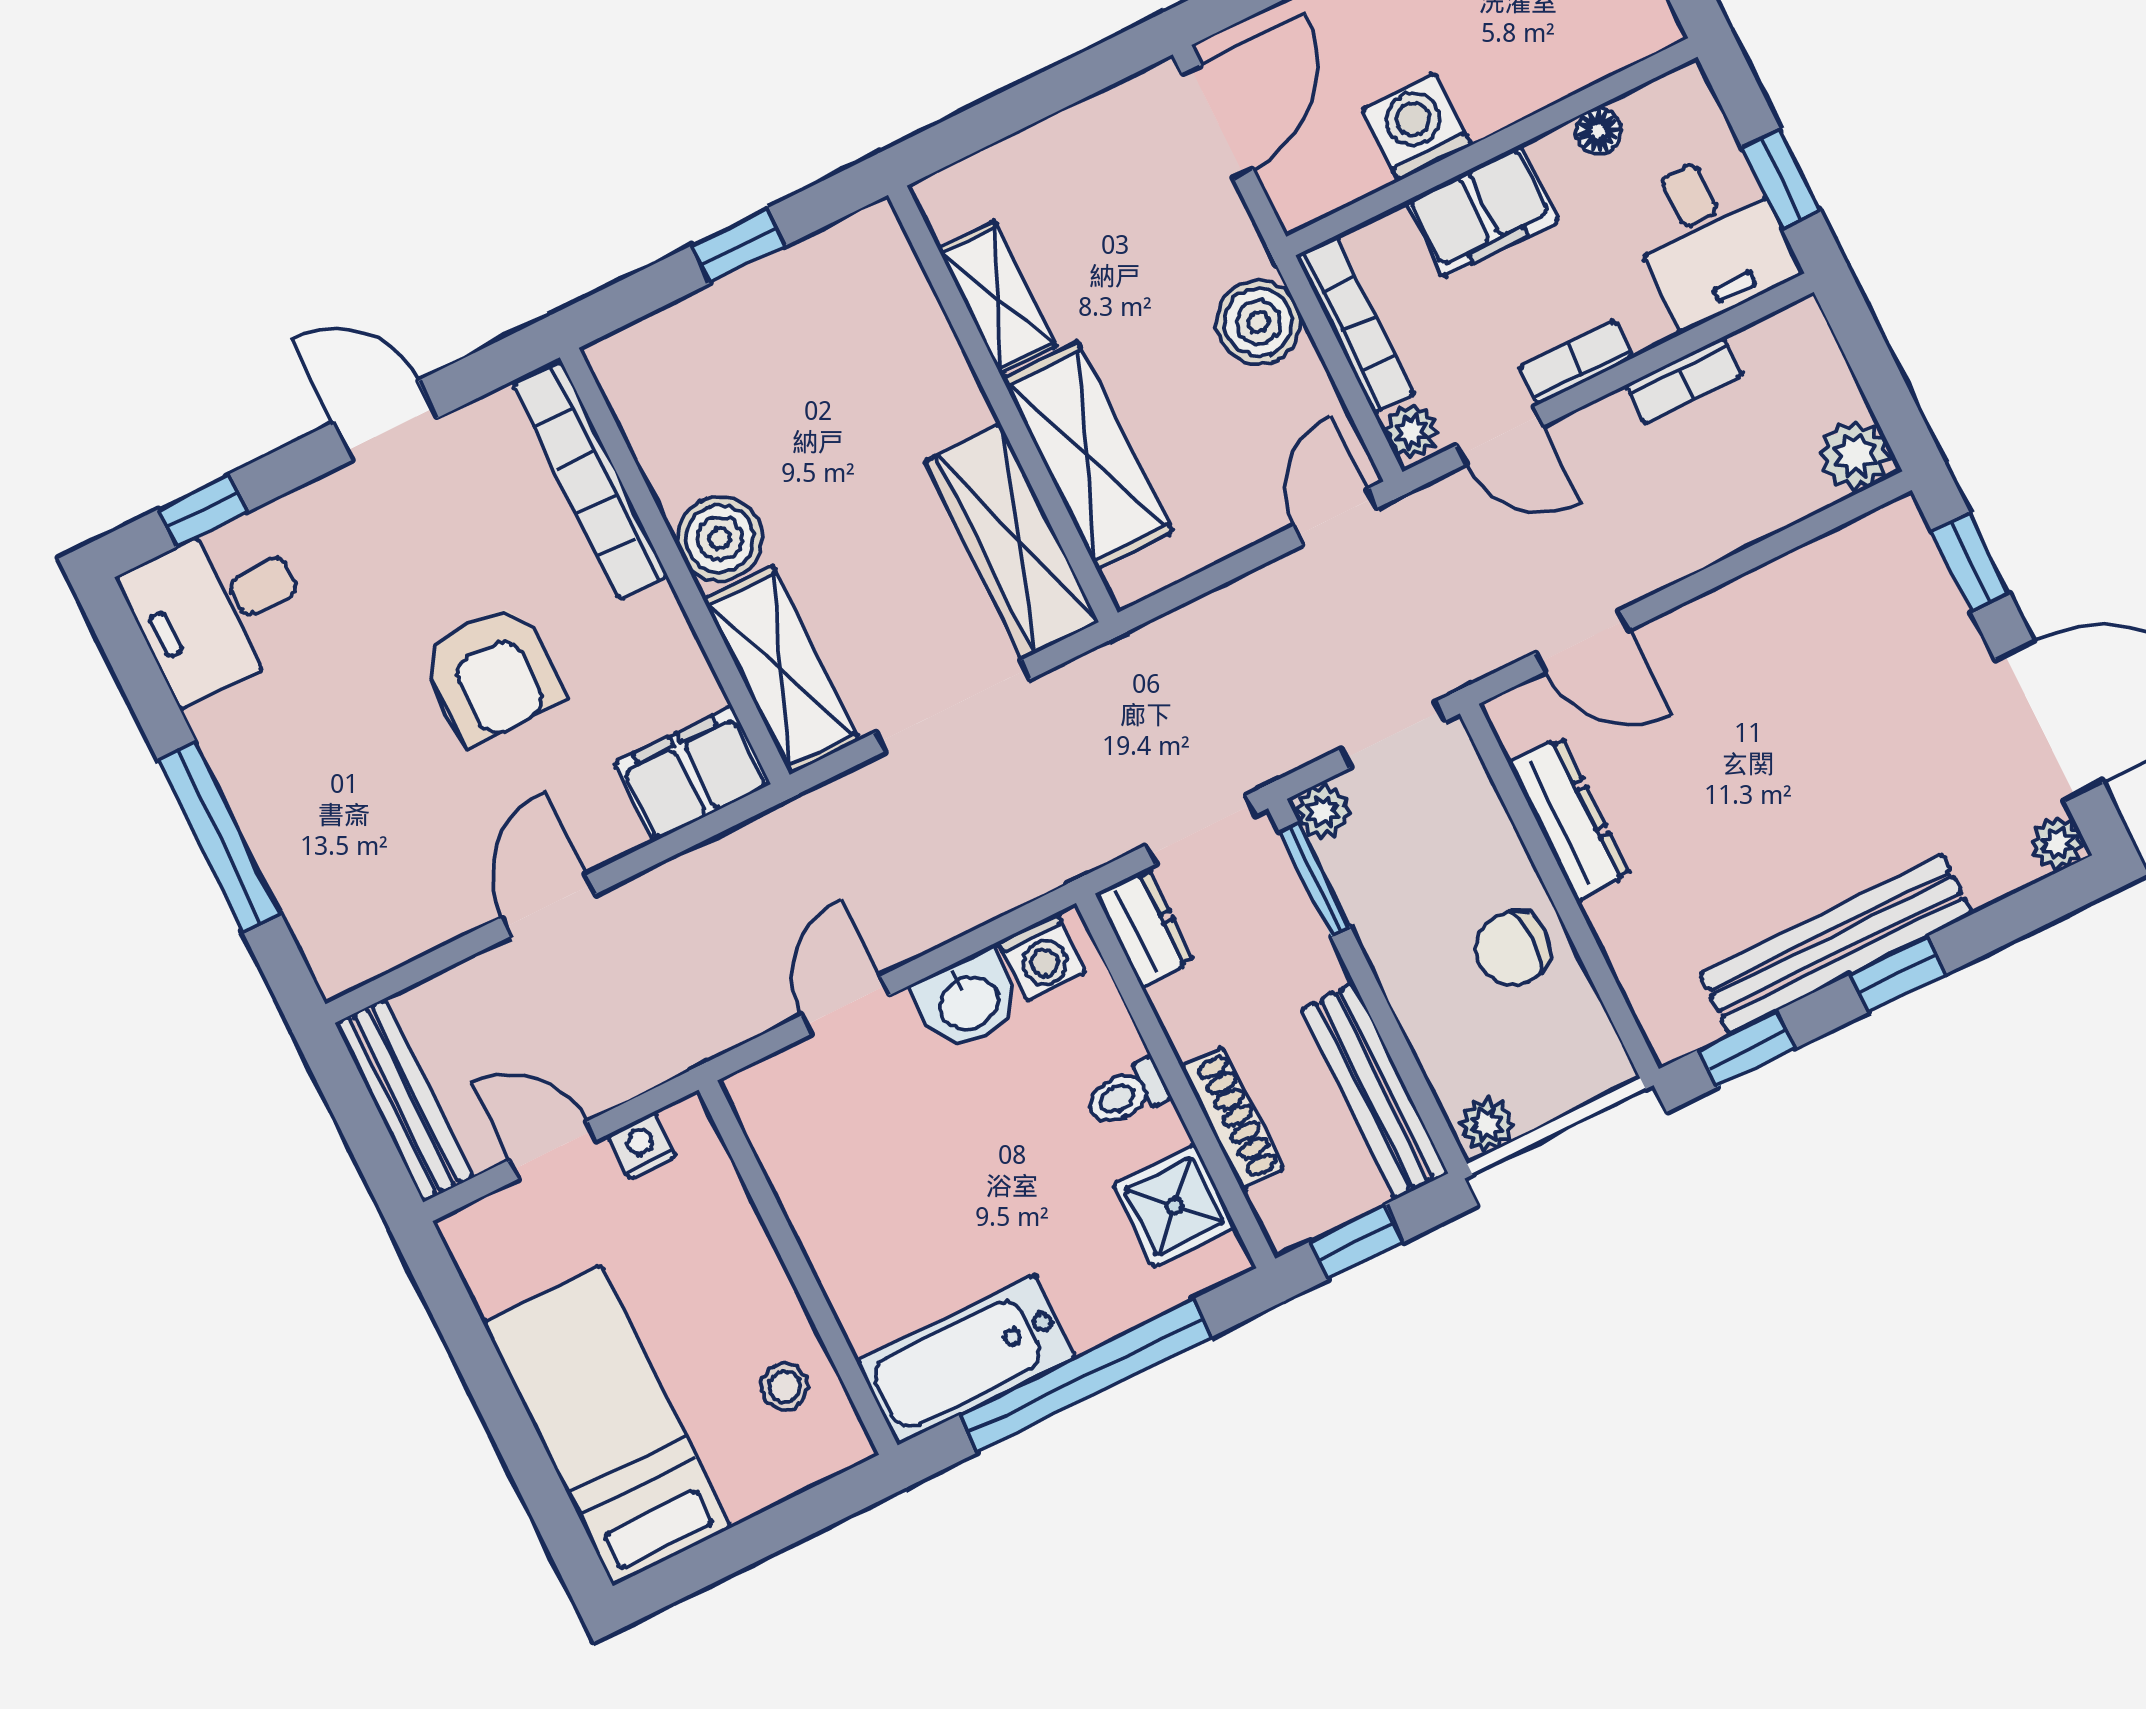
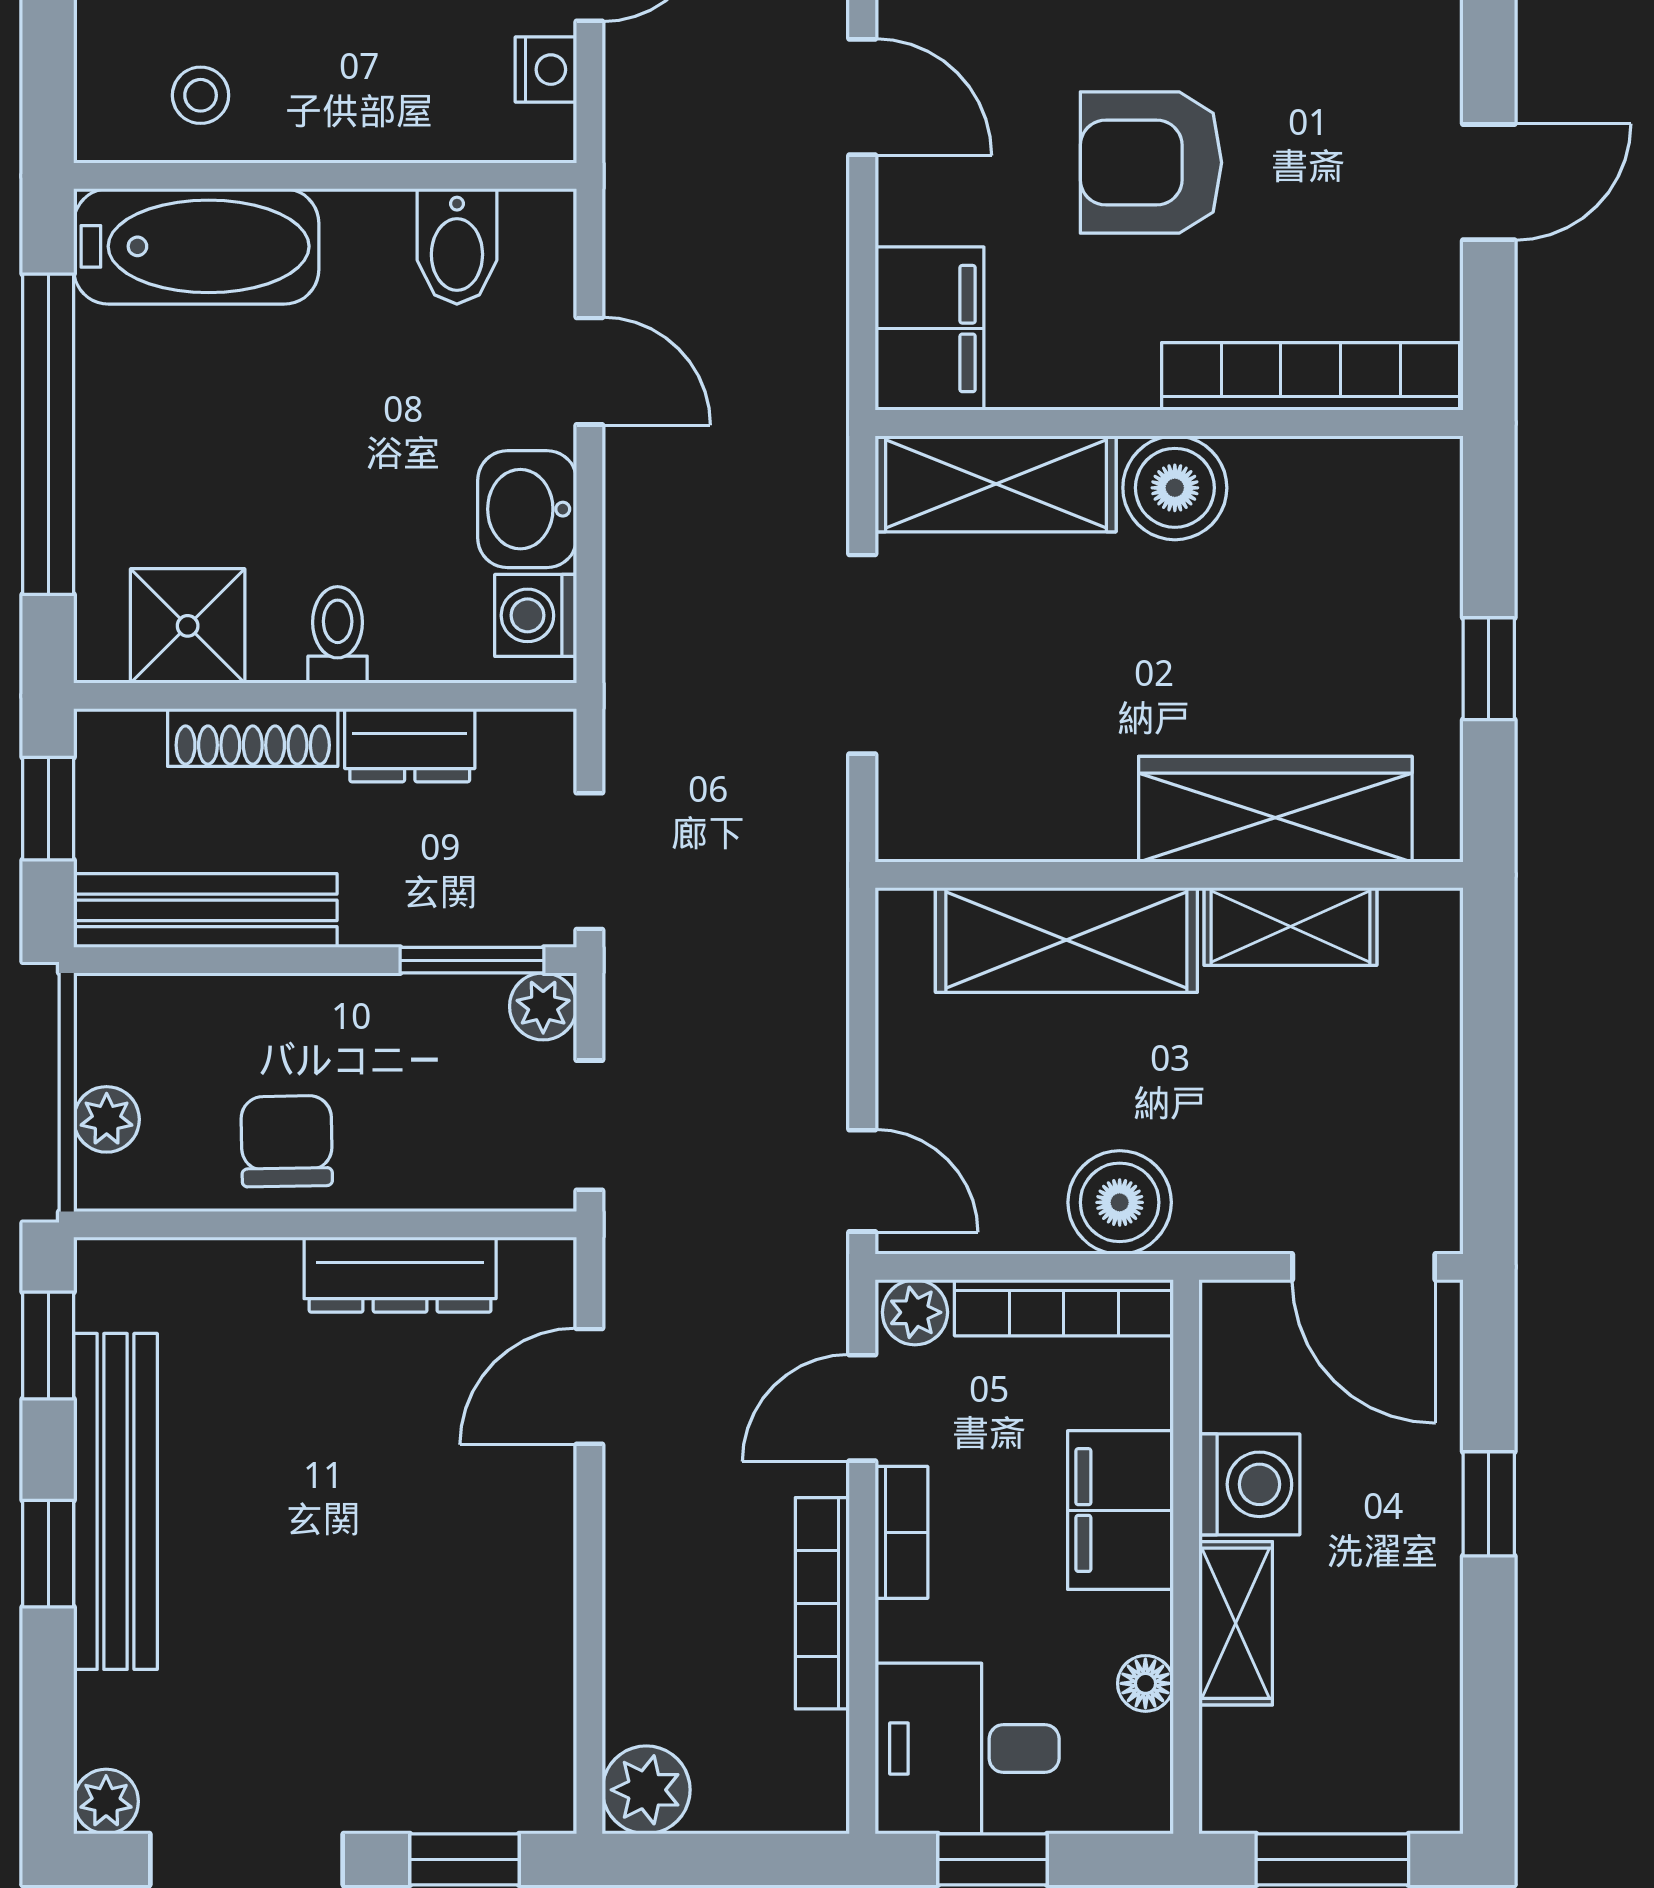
shelving: (1522, 87) -> (1236, 1623), added
bookcase: (1684, 381) -> (822, 1603), width x1.56
wardrobe: (1012, 542) -> (1275, 809), moved
dresser: (1145, 928) -> (410, 745), moved
plant: (1487, 1125) -> (107, 1119), moved
bidet: (802, 1147) -> (457, 246), added
bathtub: (966, 1360) -> (196, 246), moved, turned 90

